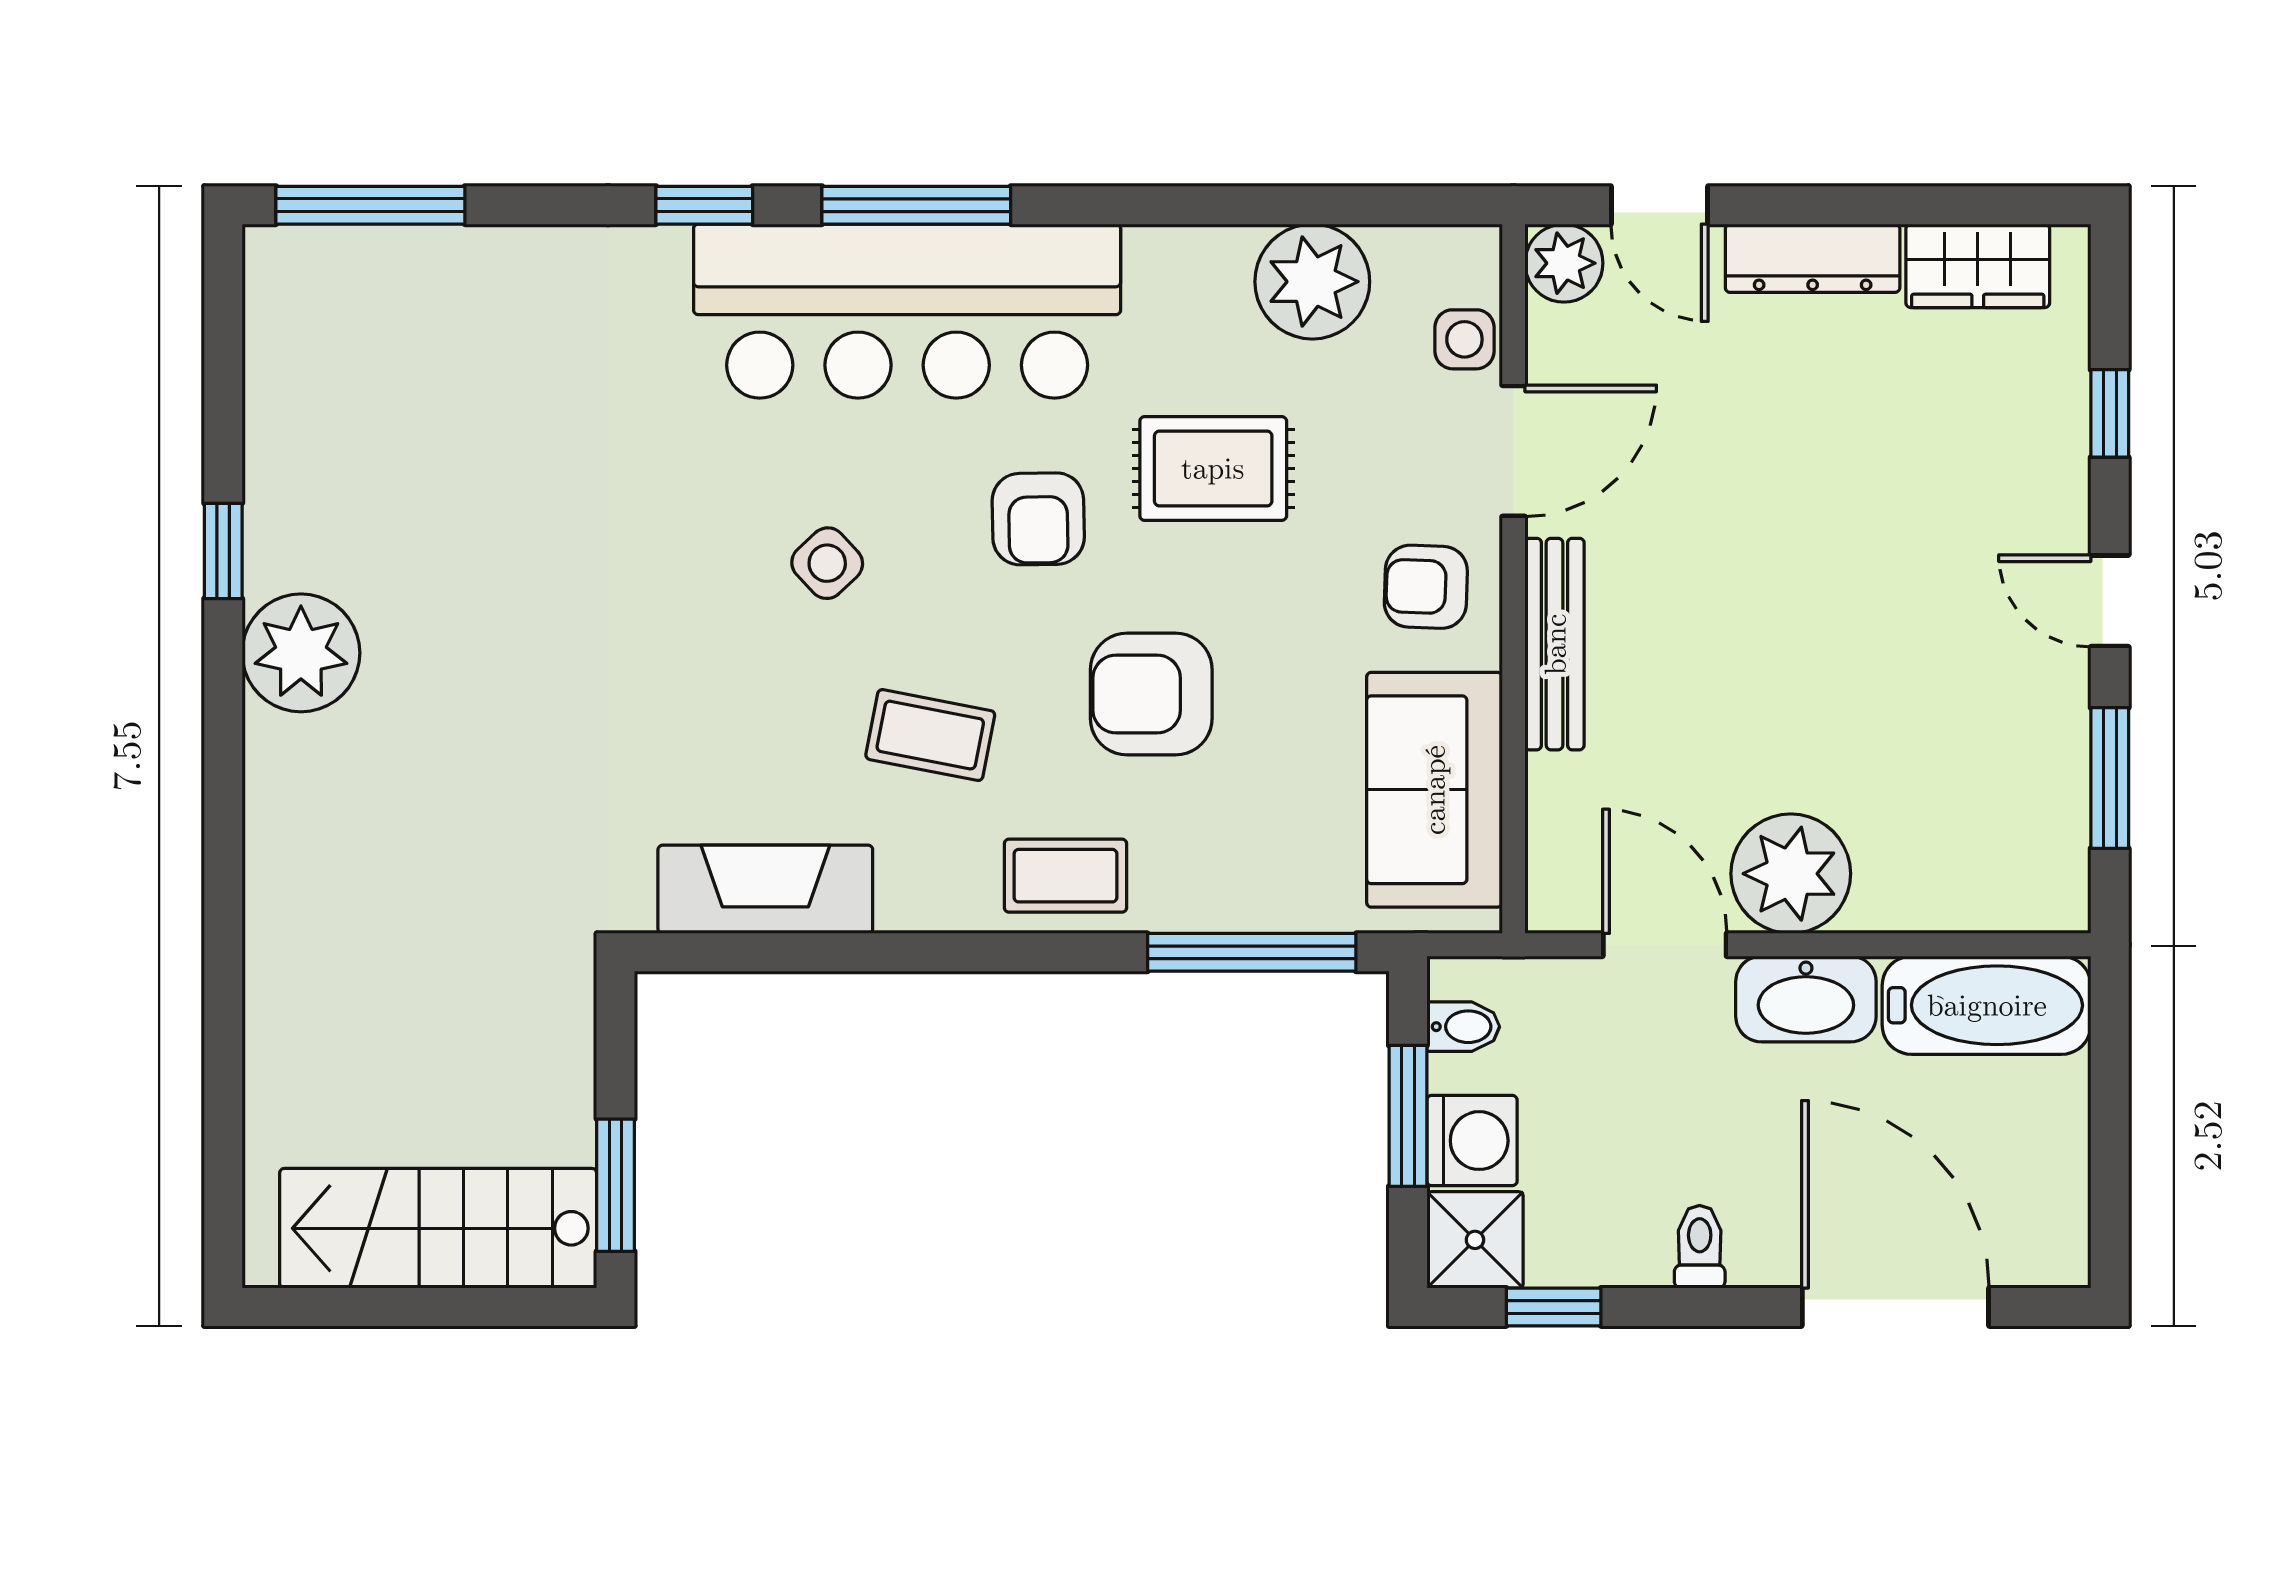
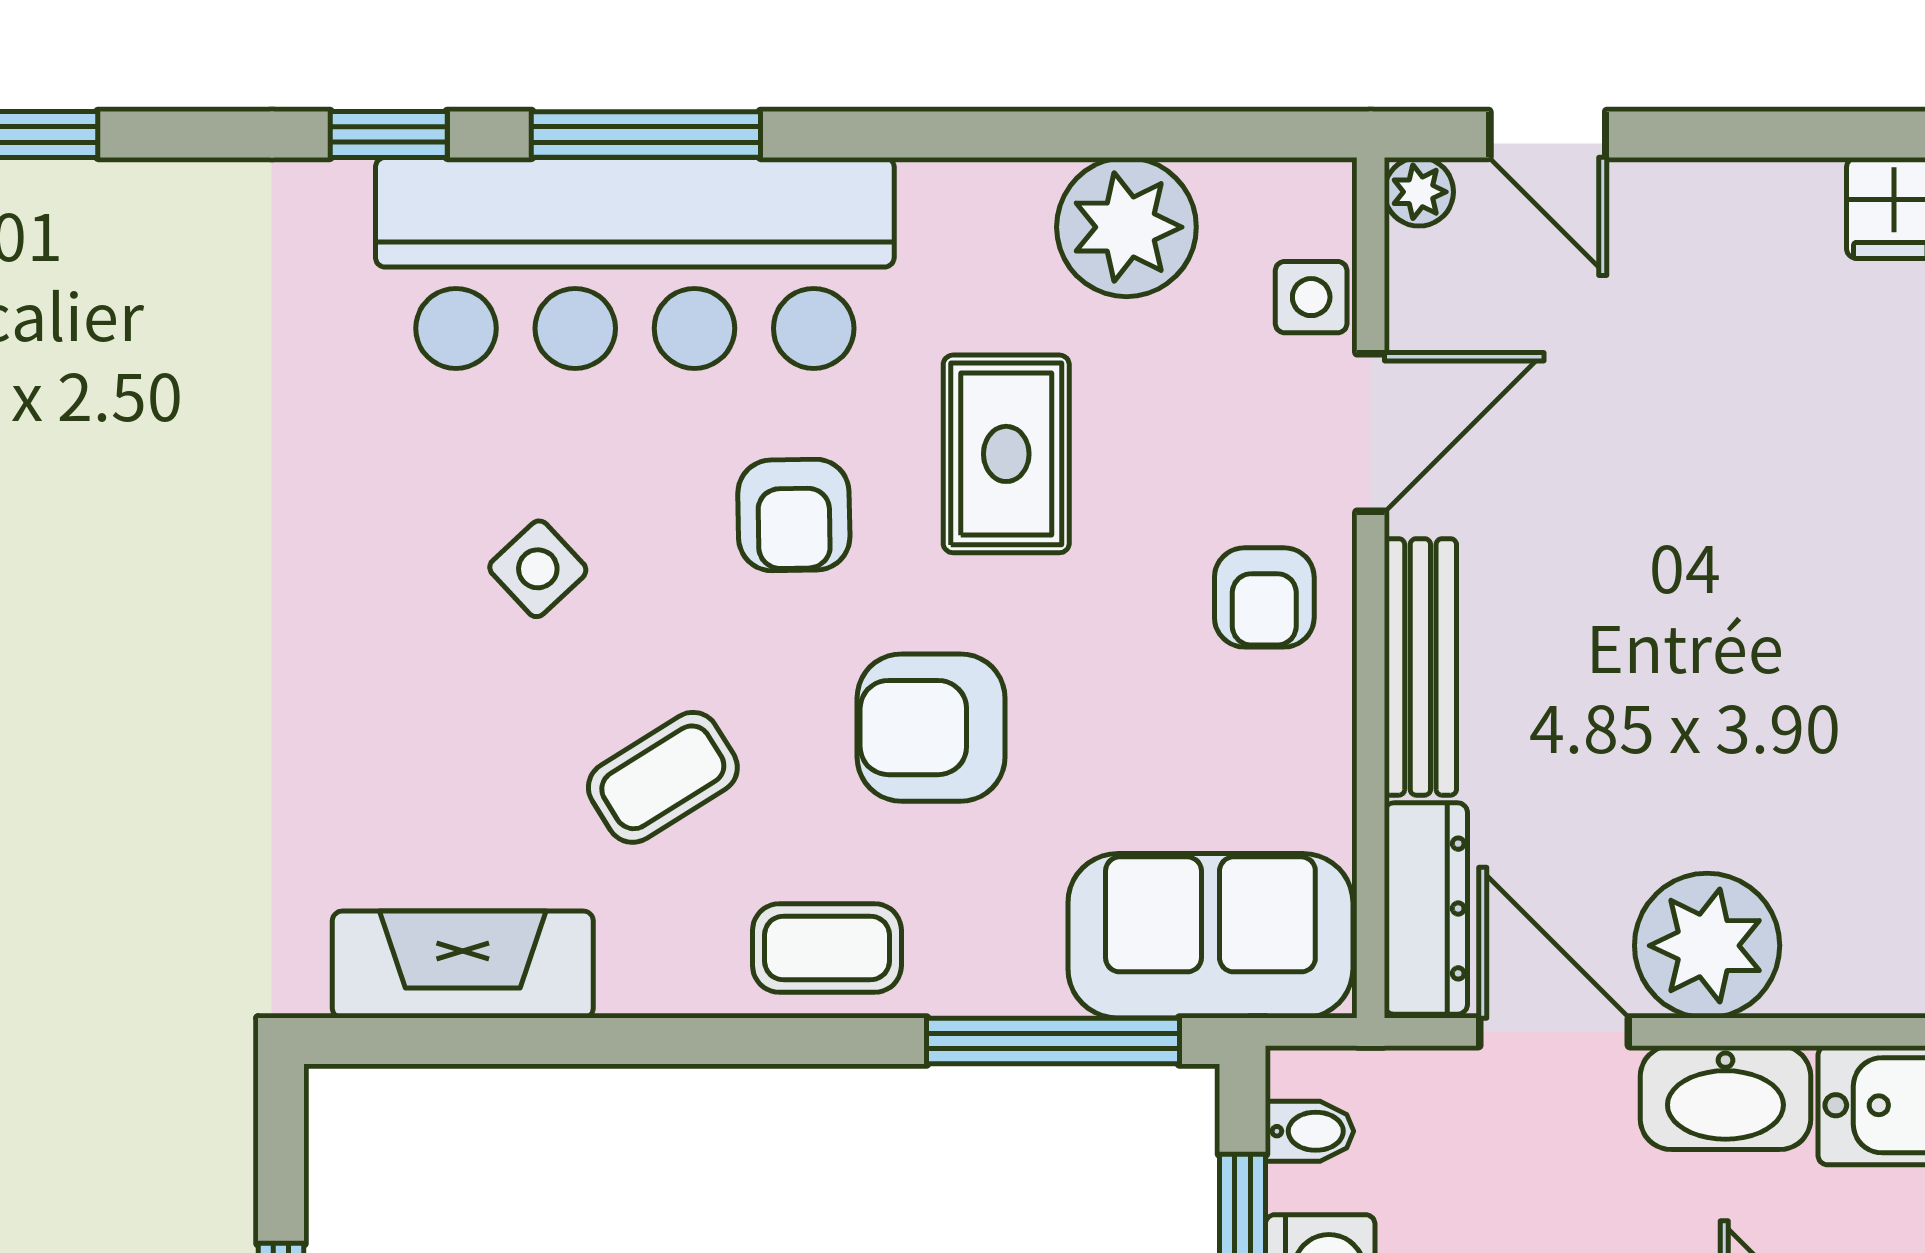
dresser: (1813, 258) -> (1426, 908), moved, turned -90
plant: (1564, 263) -> (1419, 192), width x0.73, depth x0.73
rug: (1213, 468) -> (1006, 454), turned 90
armchair: (1426, 587) -> (1264, 597), turned -92
coffee table: (930, 735) -> (663, 777), turned -43
sofa: (1434, 790) -> (1210, 936), moved, turned 90

